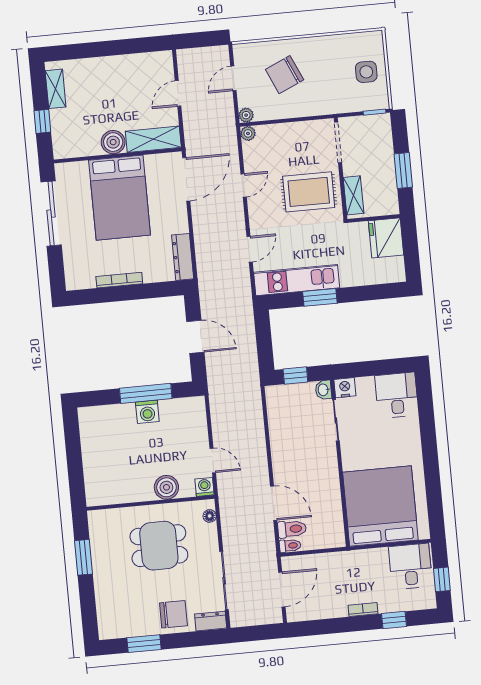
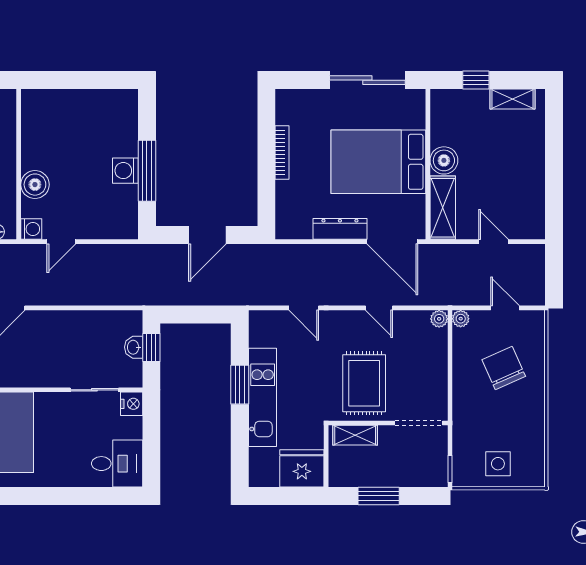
dresser: (183, 257) -> (340, 229), moved
kitchen unit: (297, 280) -> (263, 397), moved
washbasin: (323, 390) -> (134, 347), moved, turned -90

